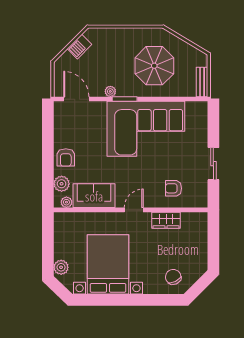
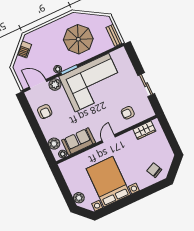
plant: (98, 109) -> (55, 85), added
armchair: (66, 157) -> (45, 112), moved
wardrobe: (166, 220) -> (144, 130), moved

